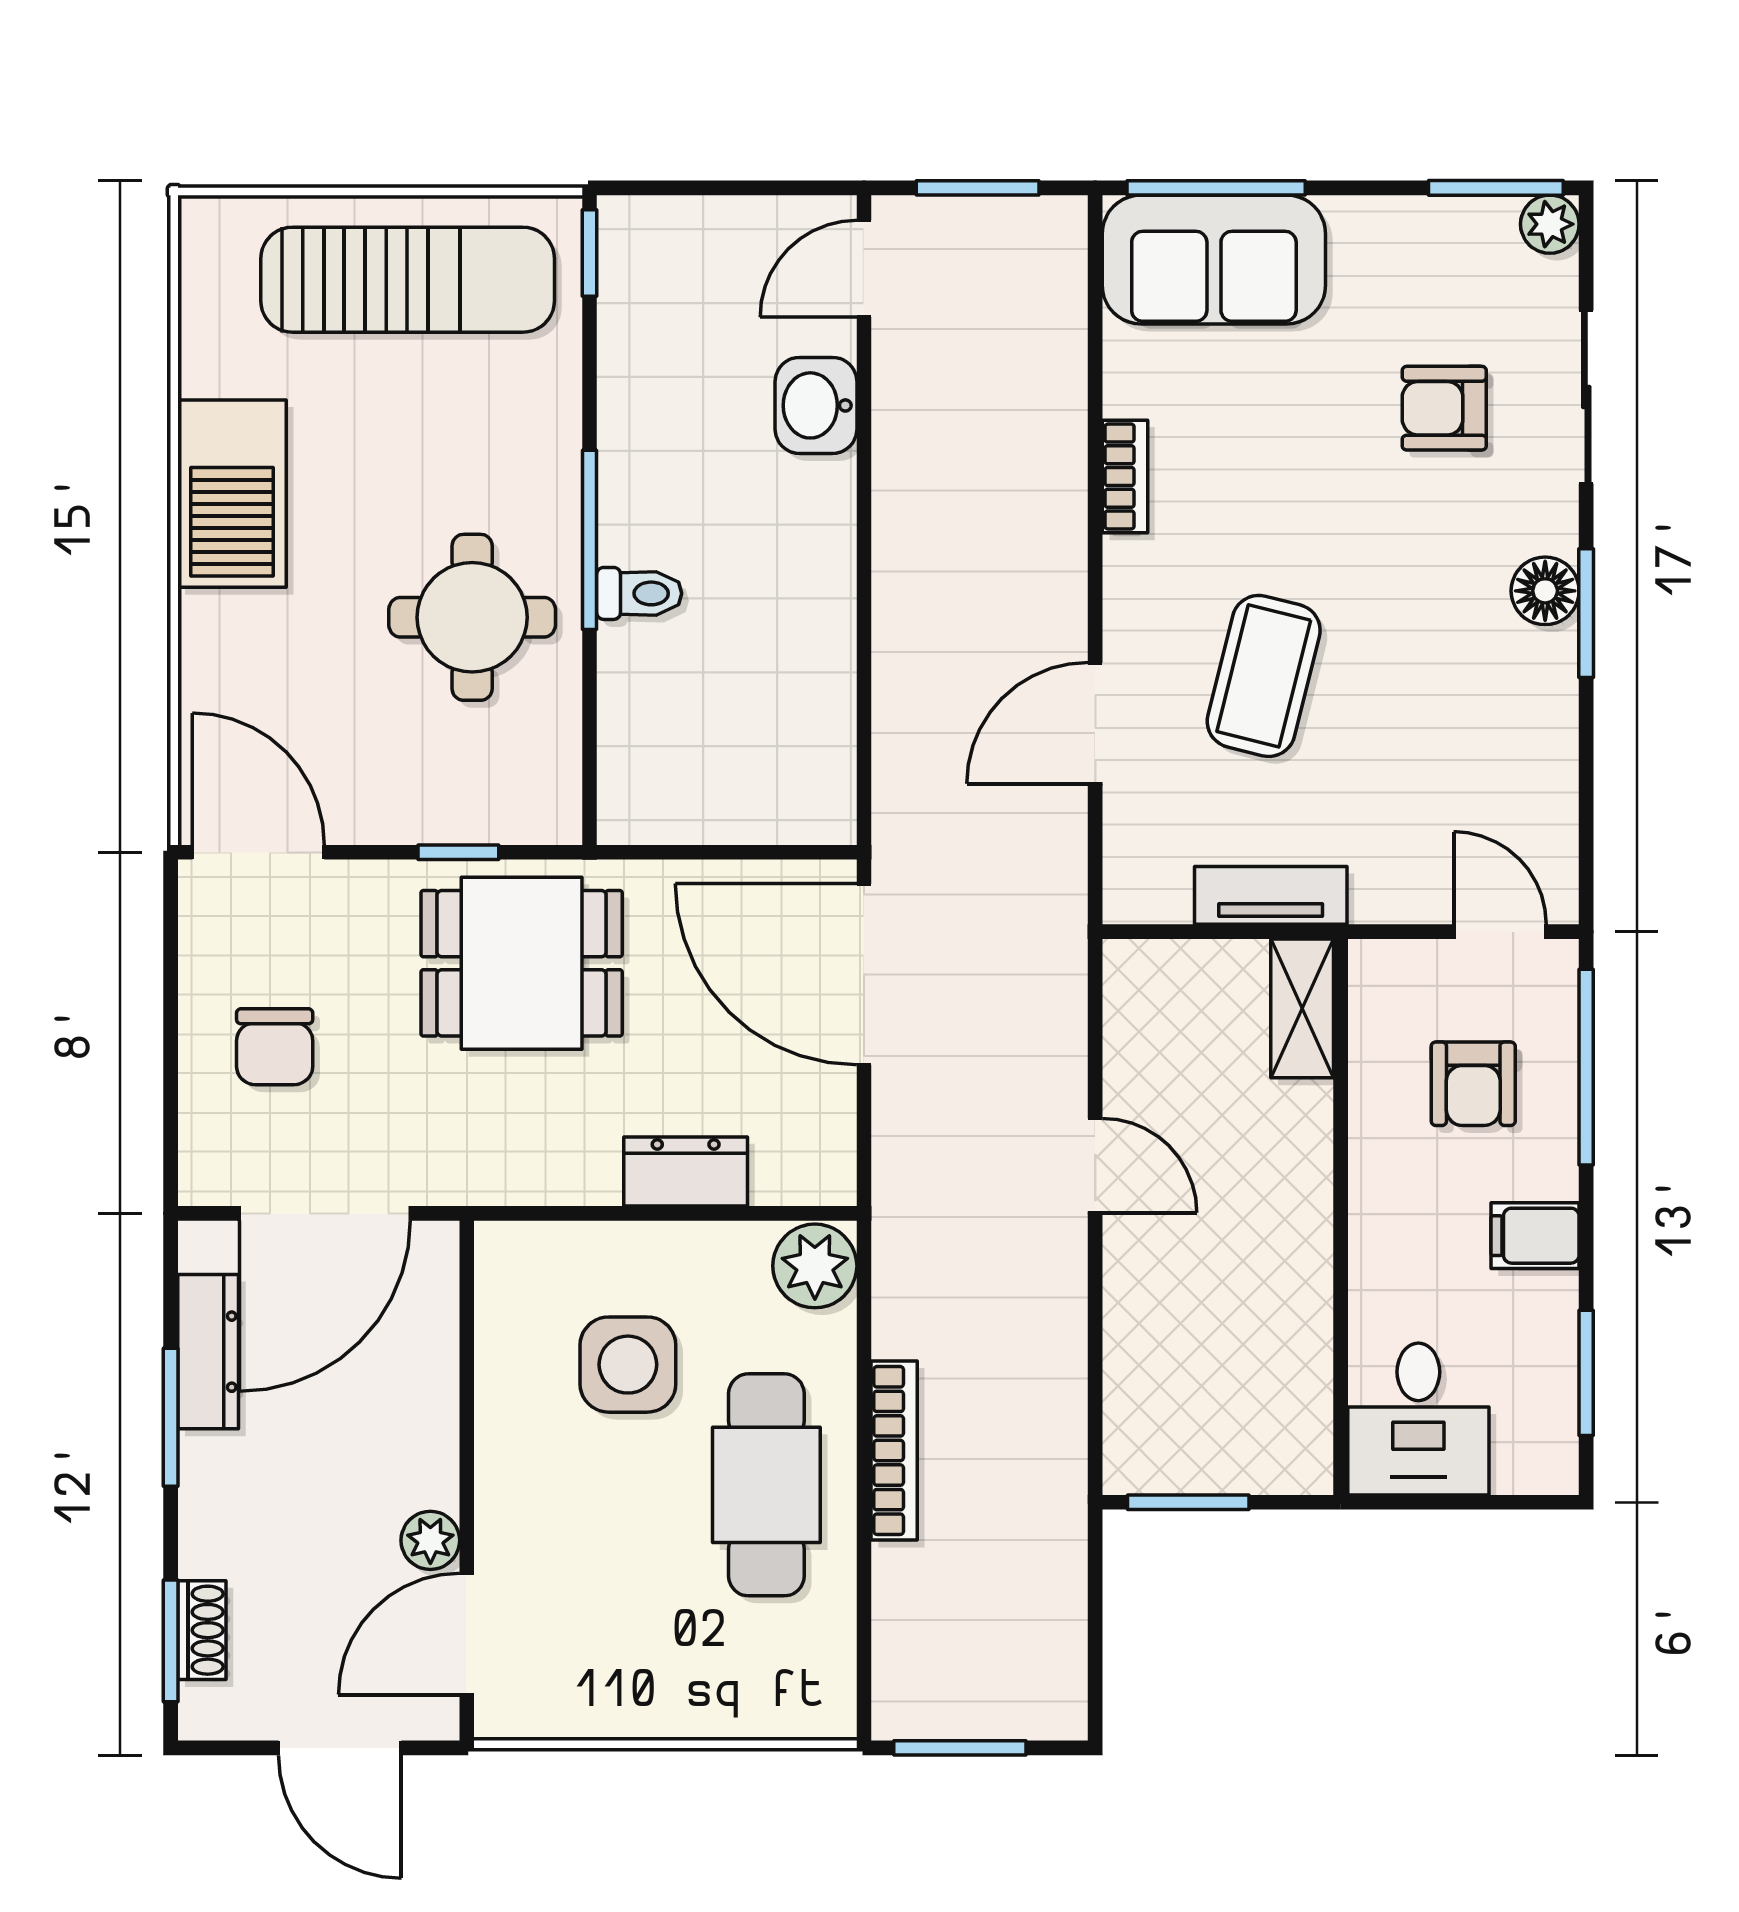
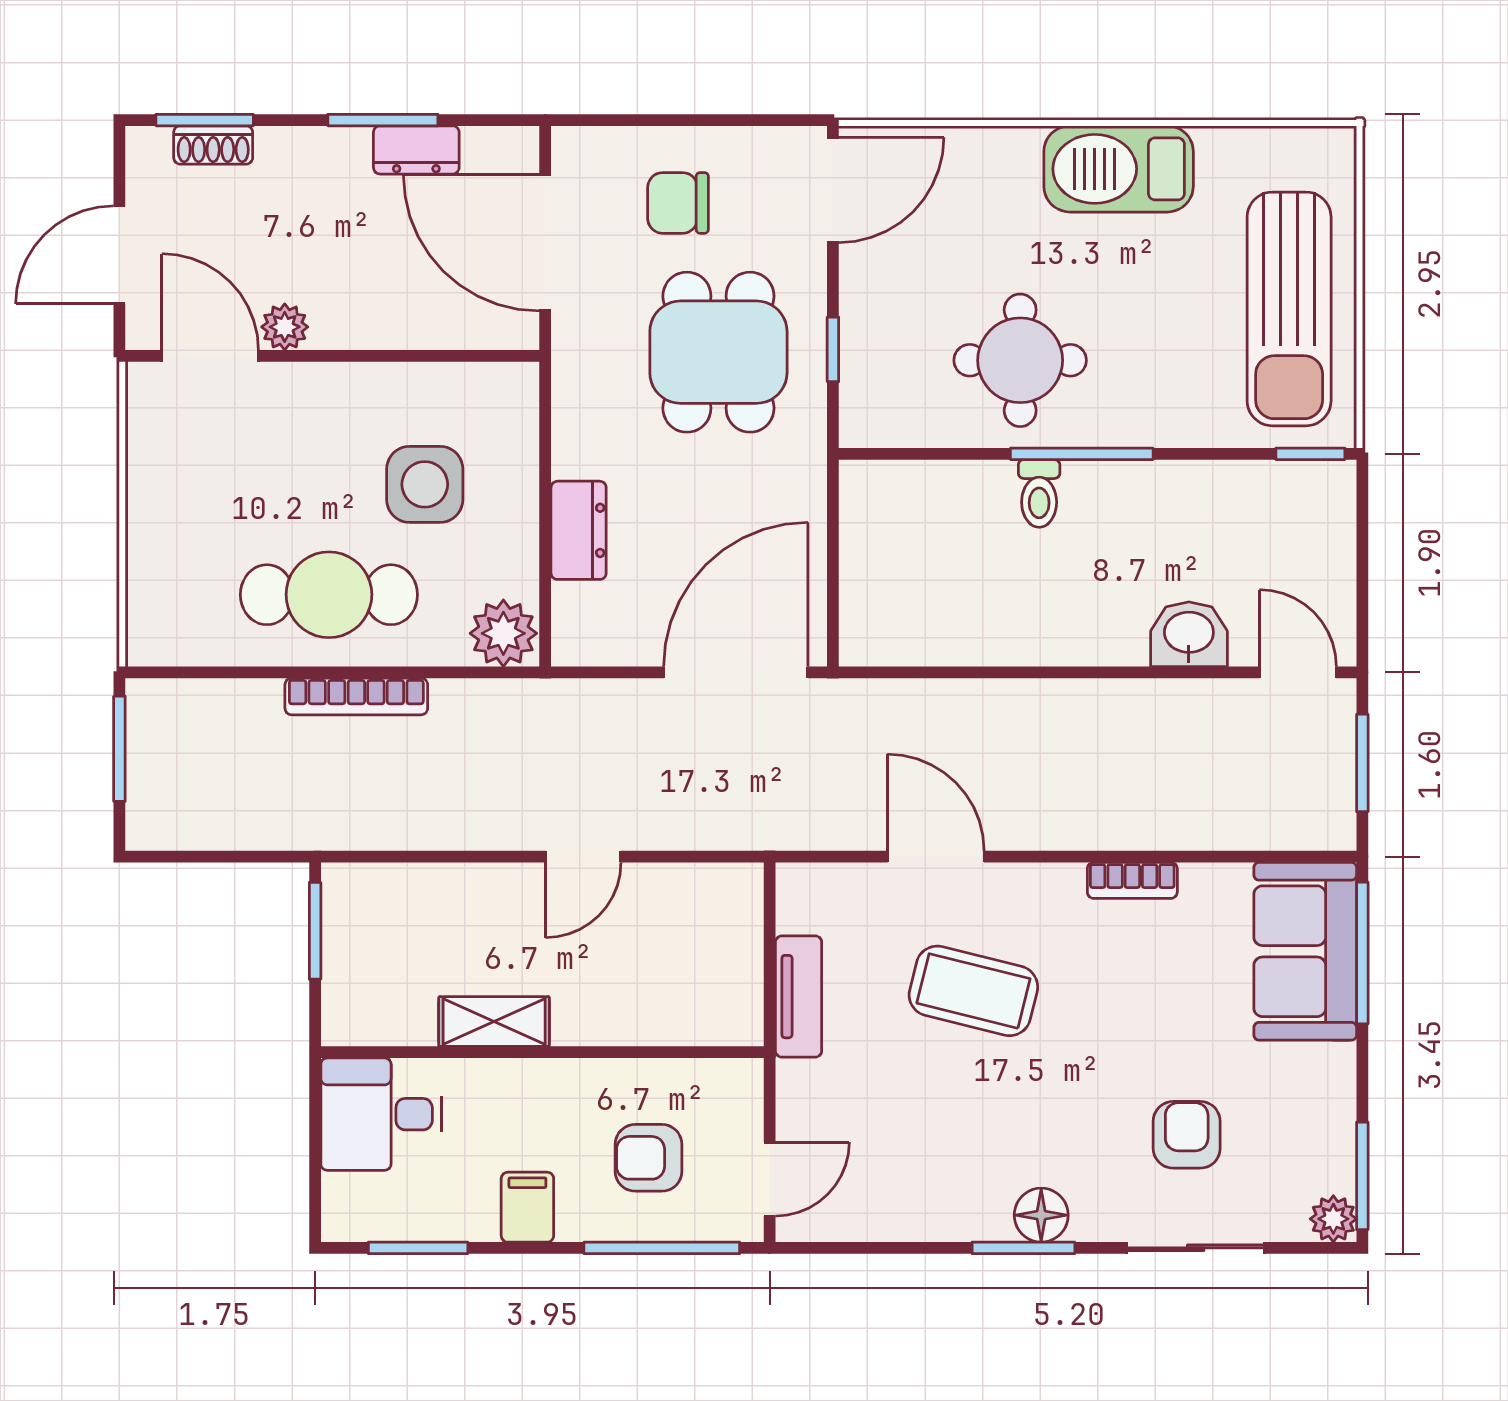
dining table: (522, 963) -> (718, 352), moved
shelving: (1302, 1008) -> (494, 1022), moved
dresser: (208, 1352) -> (416, 150), width x0.70

